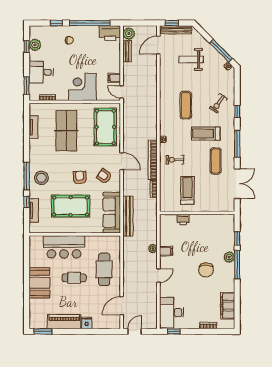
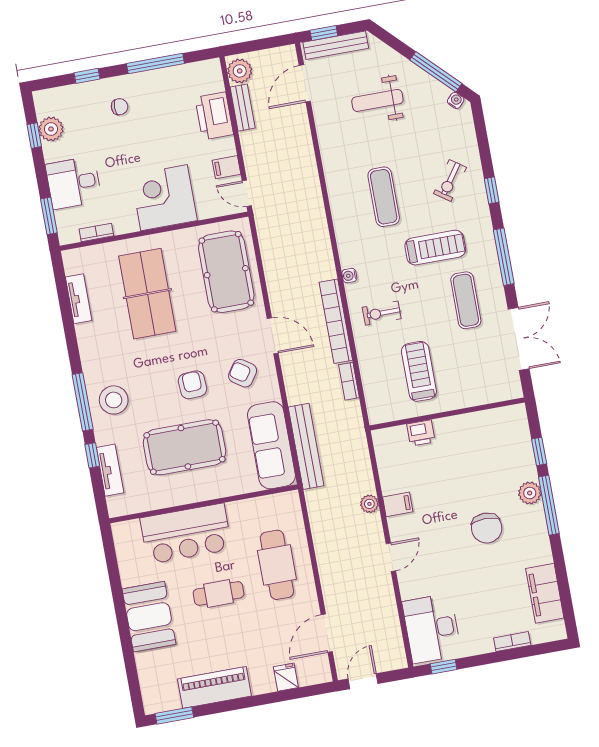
window: (90, 23) -> (155, 64), width x0.68
printer: (110, 33) -> (214, 116), moved, turned 90
treadmill: (206, 134) -> (435, 248), turned 180
fridge: (87, 323) -> (286, 677), moved

